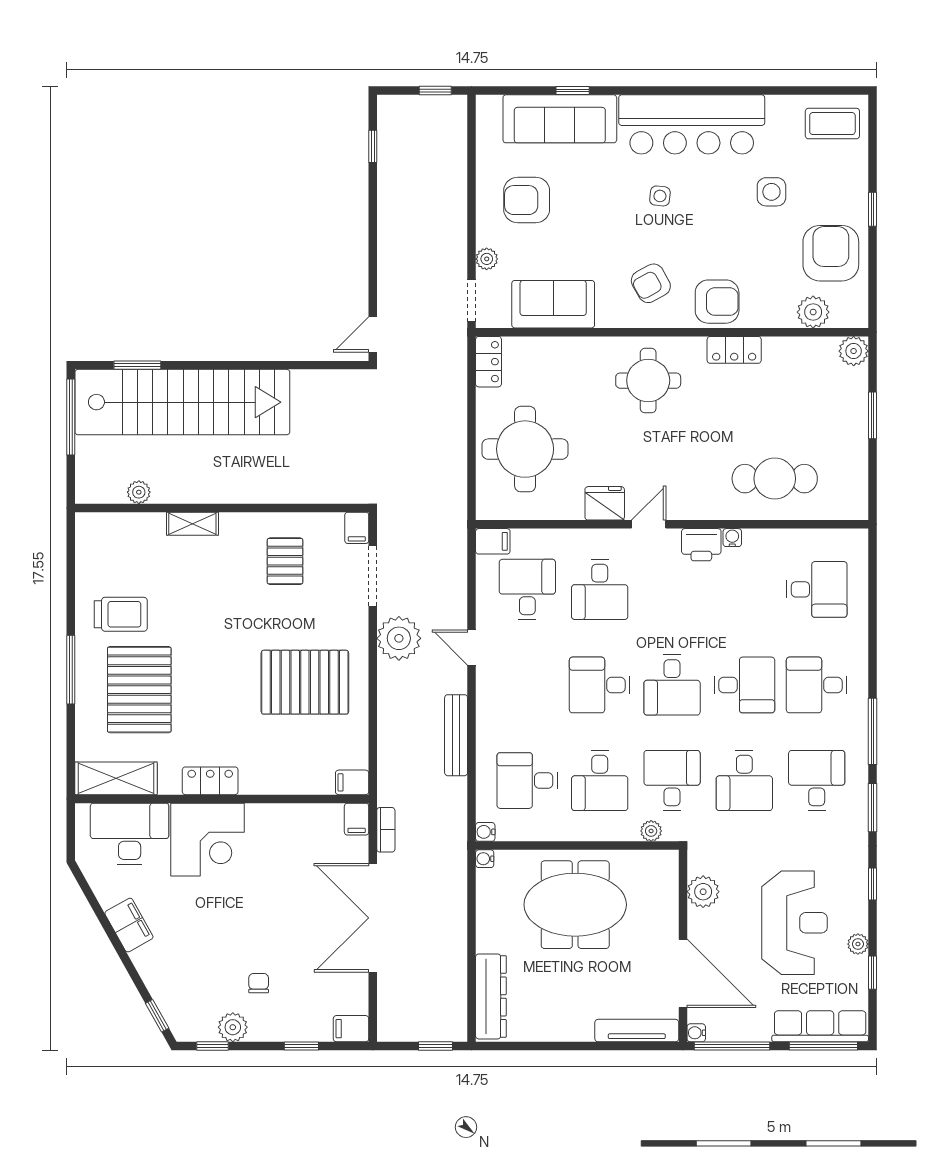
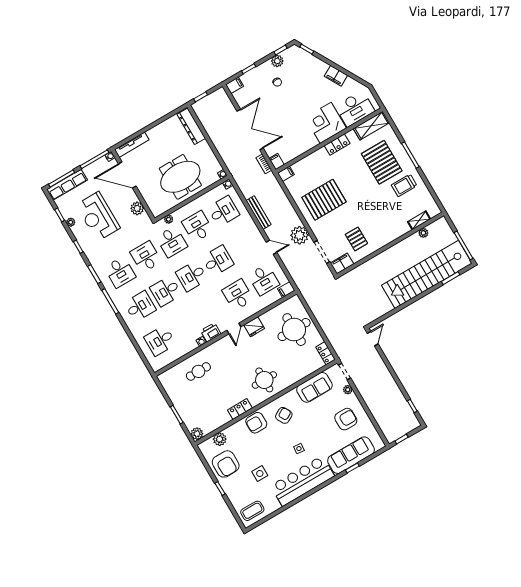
cafe table: (775, 479) -> (198, 371), width x0.73, depth x0.74
shelving: (192, 524) -> (419, 220), moved
filing cabinet: (357, 528) -> (342, 263), width x2.00
desk: (672, 685) -> (192, 276), turned -90

